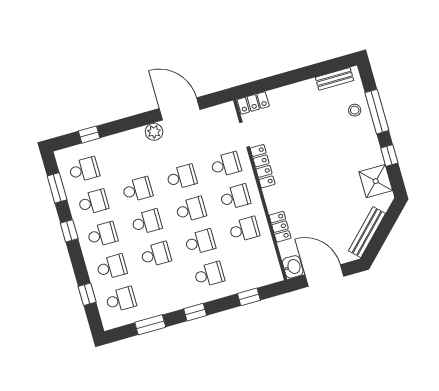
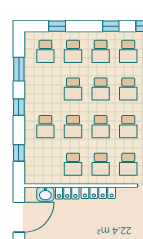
locker: (263, 166) -> (98, 193), moved
washbasin: (293, 267) -> (45, 194), moved

